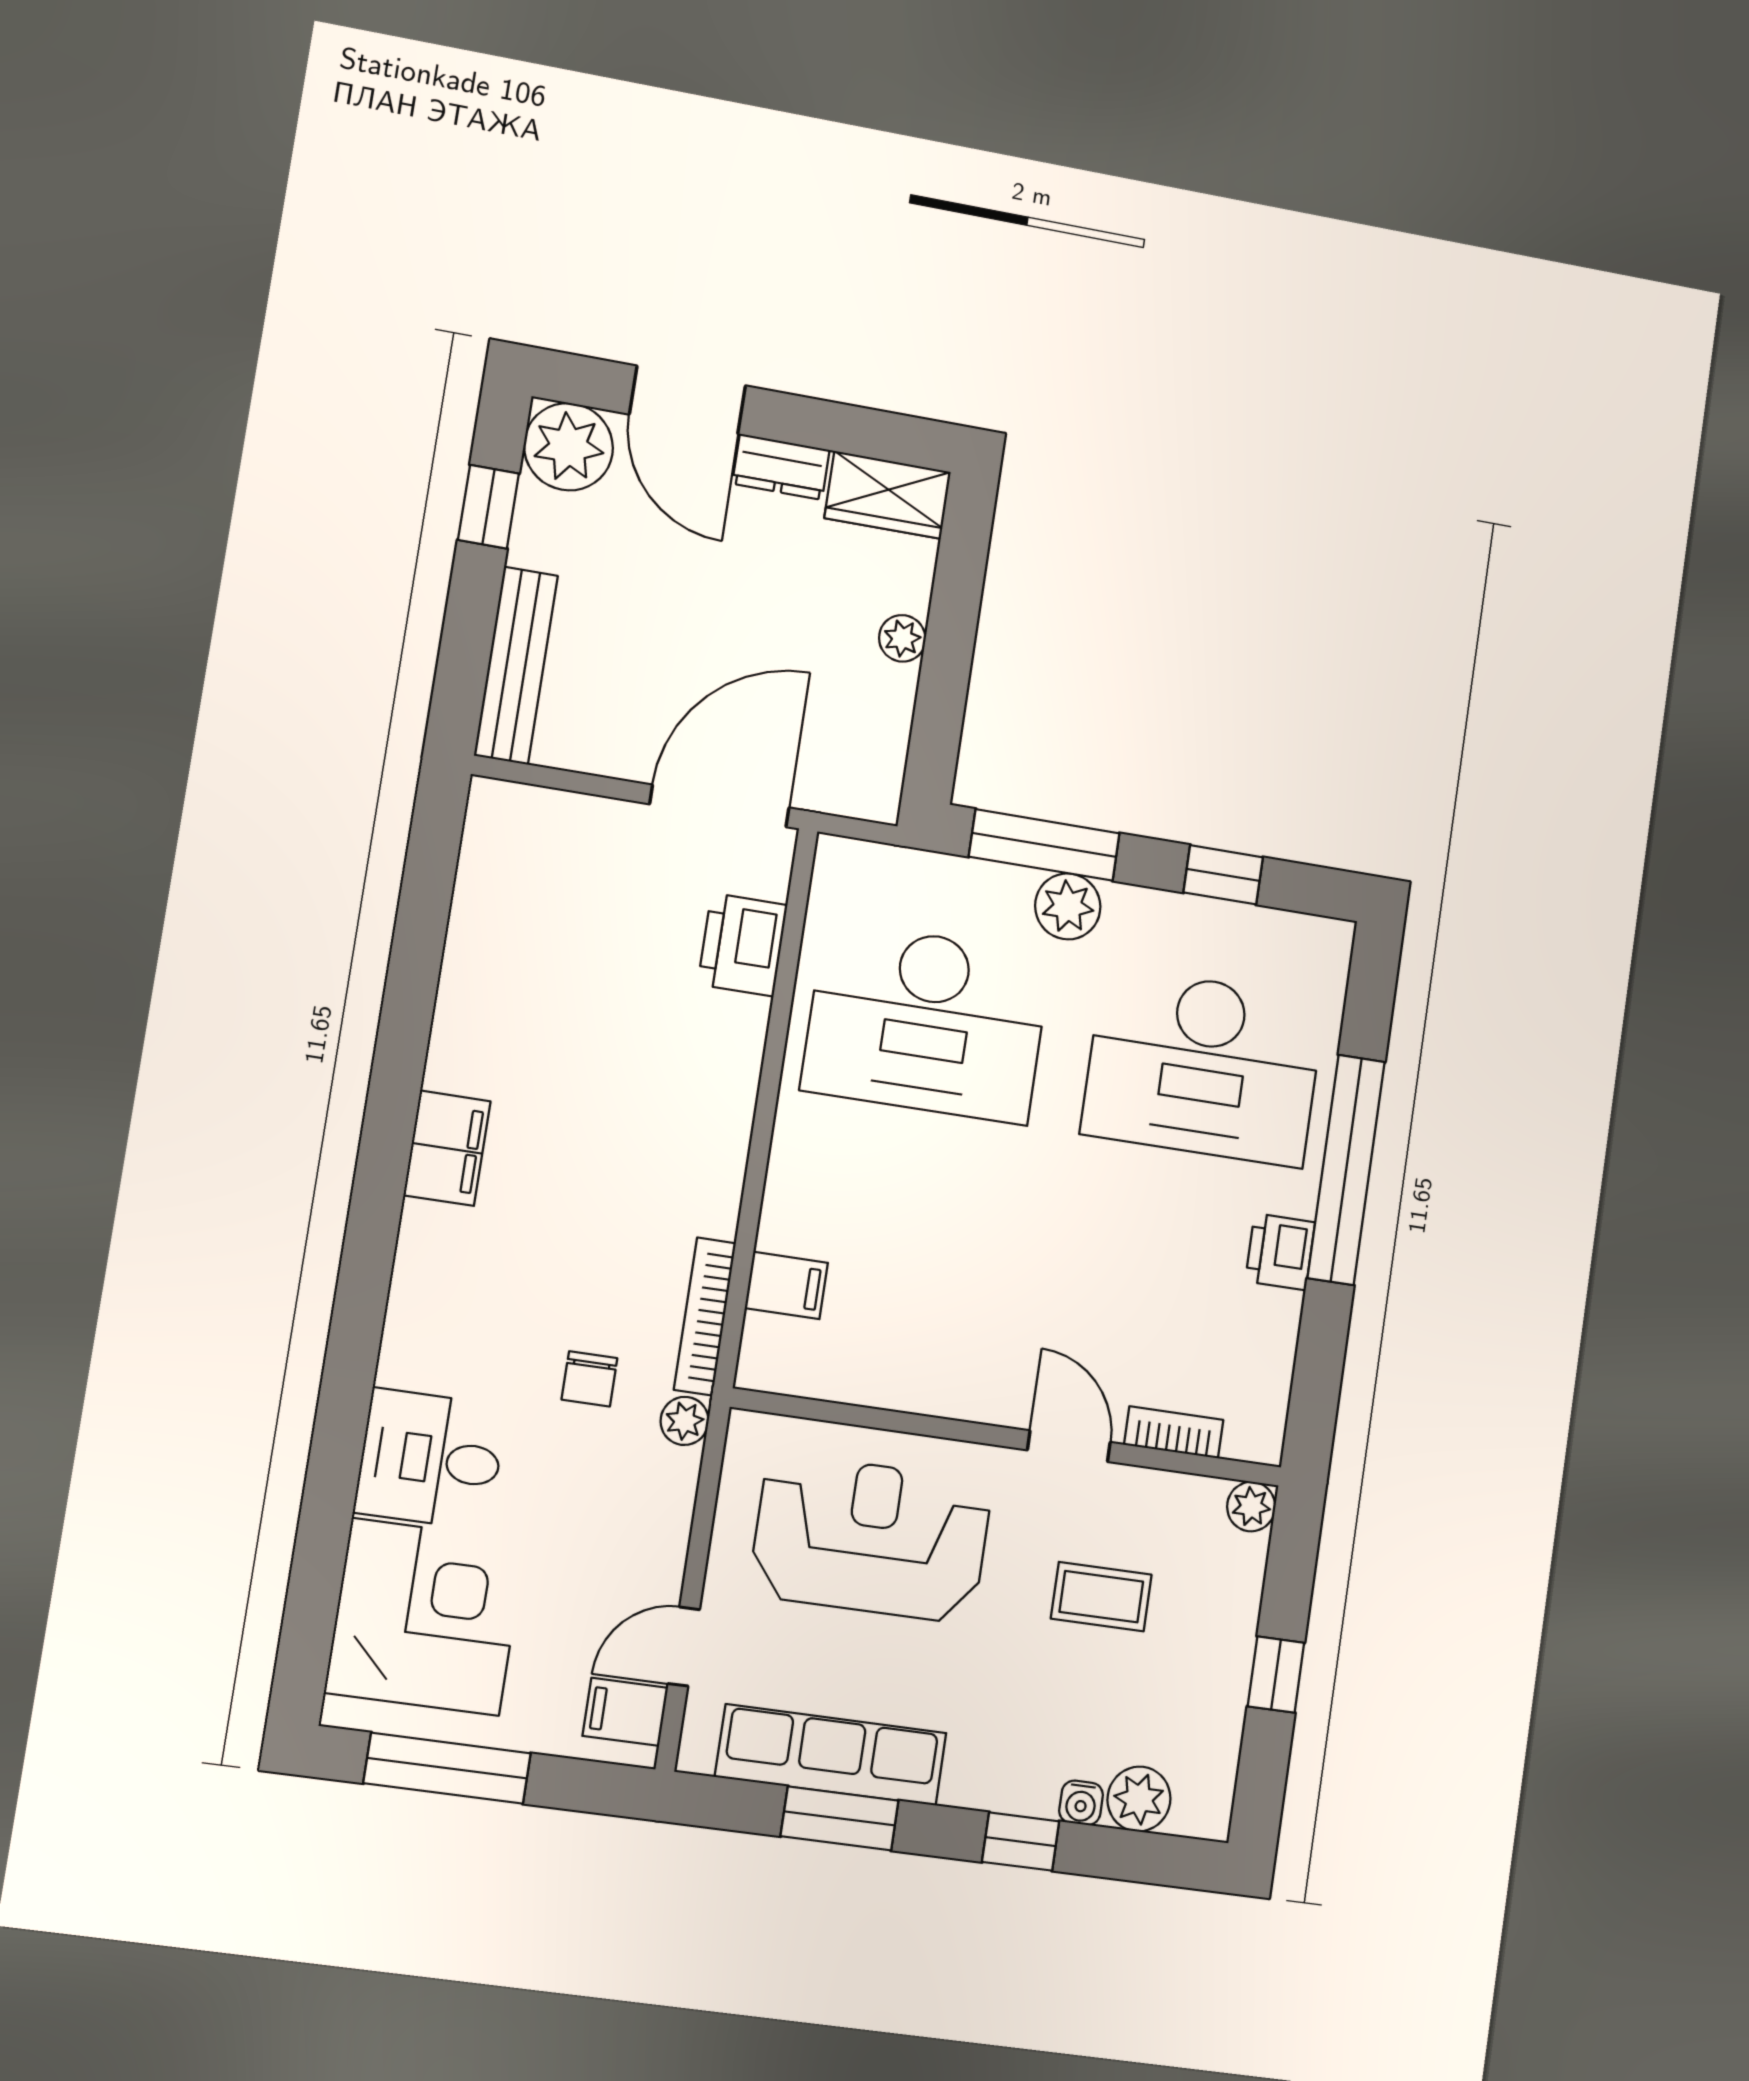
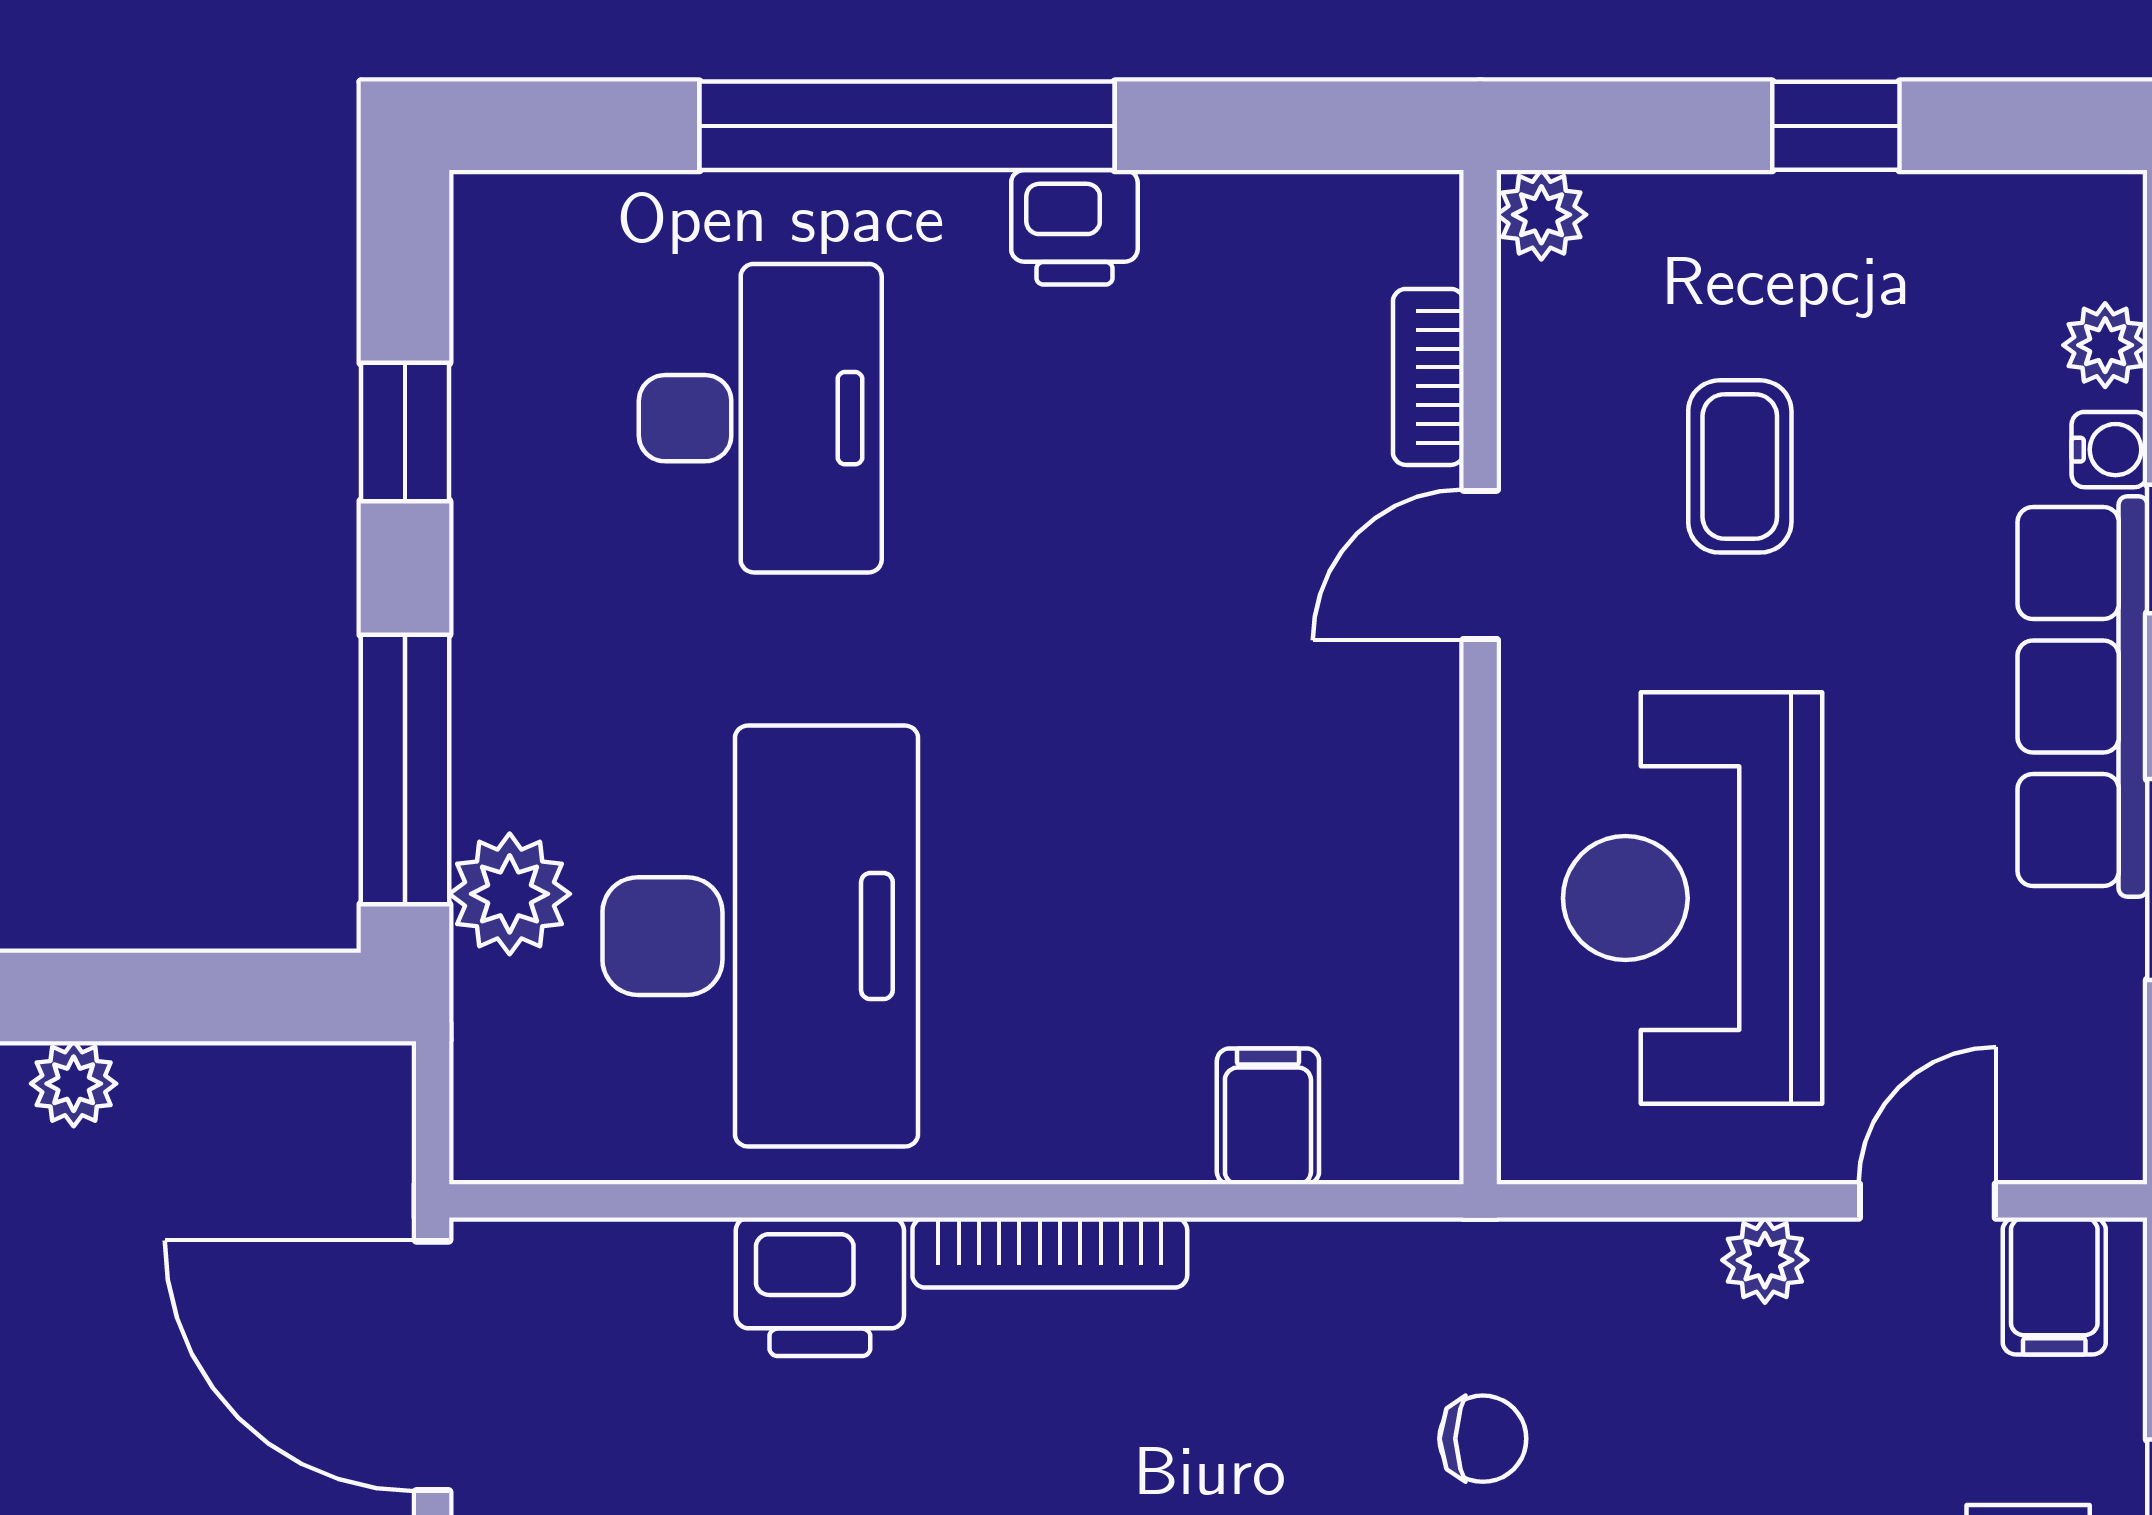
plant: (1068, 906) -> (510, 894), moved
printer: (743, 945) -> (820, 1287), moved
desk: (1203, 1067) -> (760, 418), width x0.73, depth x0.77
bookcase: (705, 1316) -> (1050, 1253), moved
plant: (685, 1421) -> (1765, 1260), moved
door: (684, 1647) -> (1927, 1201), swing flipped
row of seats: (831, 1755) -> (2082, 696), moved
plant: (1139, 1799) -> (2105, 345), width x0.73, depth x0.73

